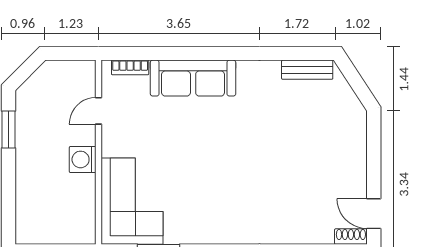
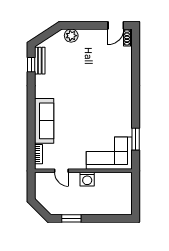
window: (299, 53) -> (31, 65), added
plant: (354, 129) -> (71, 36), added

